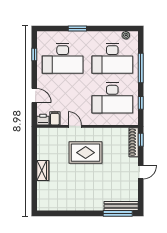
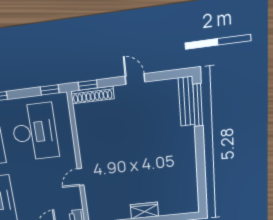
window: (141, 103) -> (50, 90), moved
filing cabinet: (55, 118) -> (73, 203), removed
rug: (86, 153) -> (115, 159), removed

